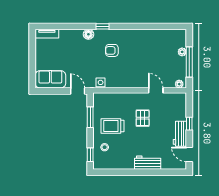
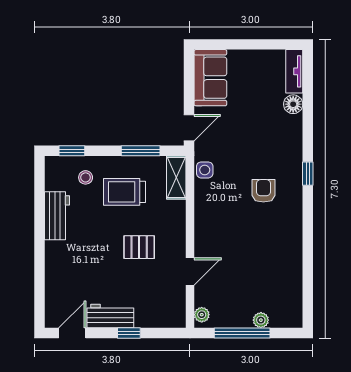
floor lamp: (88, 34) -> (293, 104), moved
shelving: (105, 98) -> (176, 177), added
trolley: (112, 126) -> (124, 192), turned -90
workbench: (148, 163) -> (57, 216), moved

